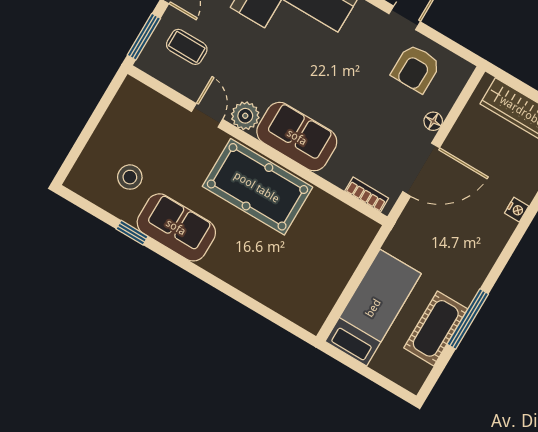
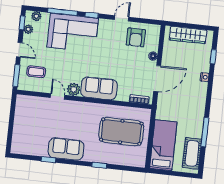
stool: (130, 177) -> (37, 137), removed
pool table: (257, 187) -> (121, 132), moved
window: (228, 290) -> (99, 165), added
cot: (436, 328) -> (192, 153), moved

